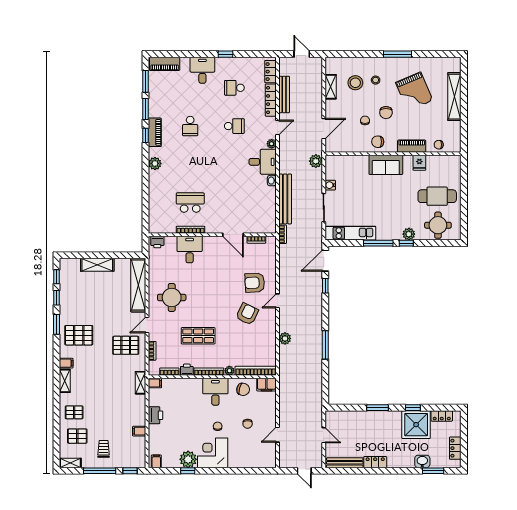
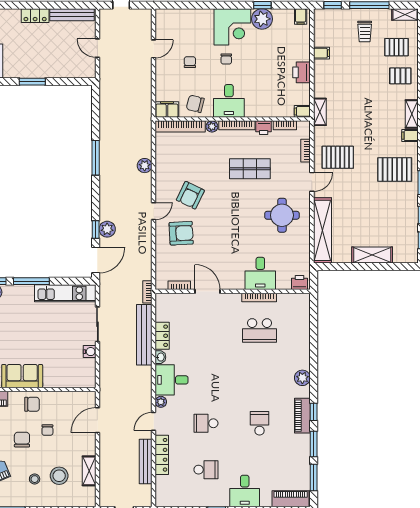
locker: (270, 72) -> (162, 336), moved
plant: (316, 161) -> (107, 229), moved

